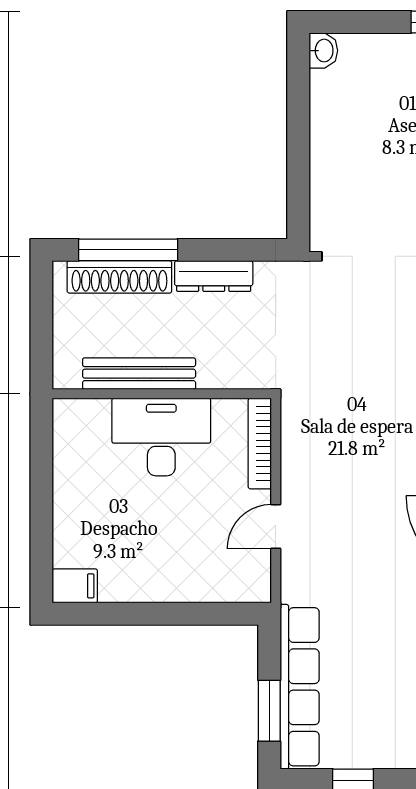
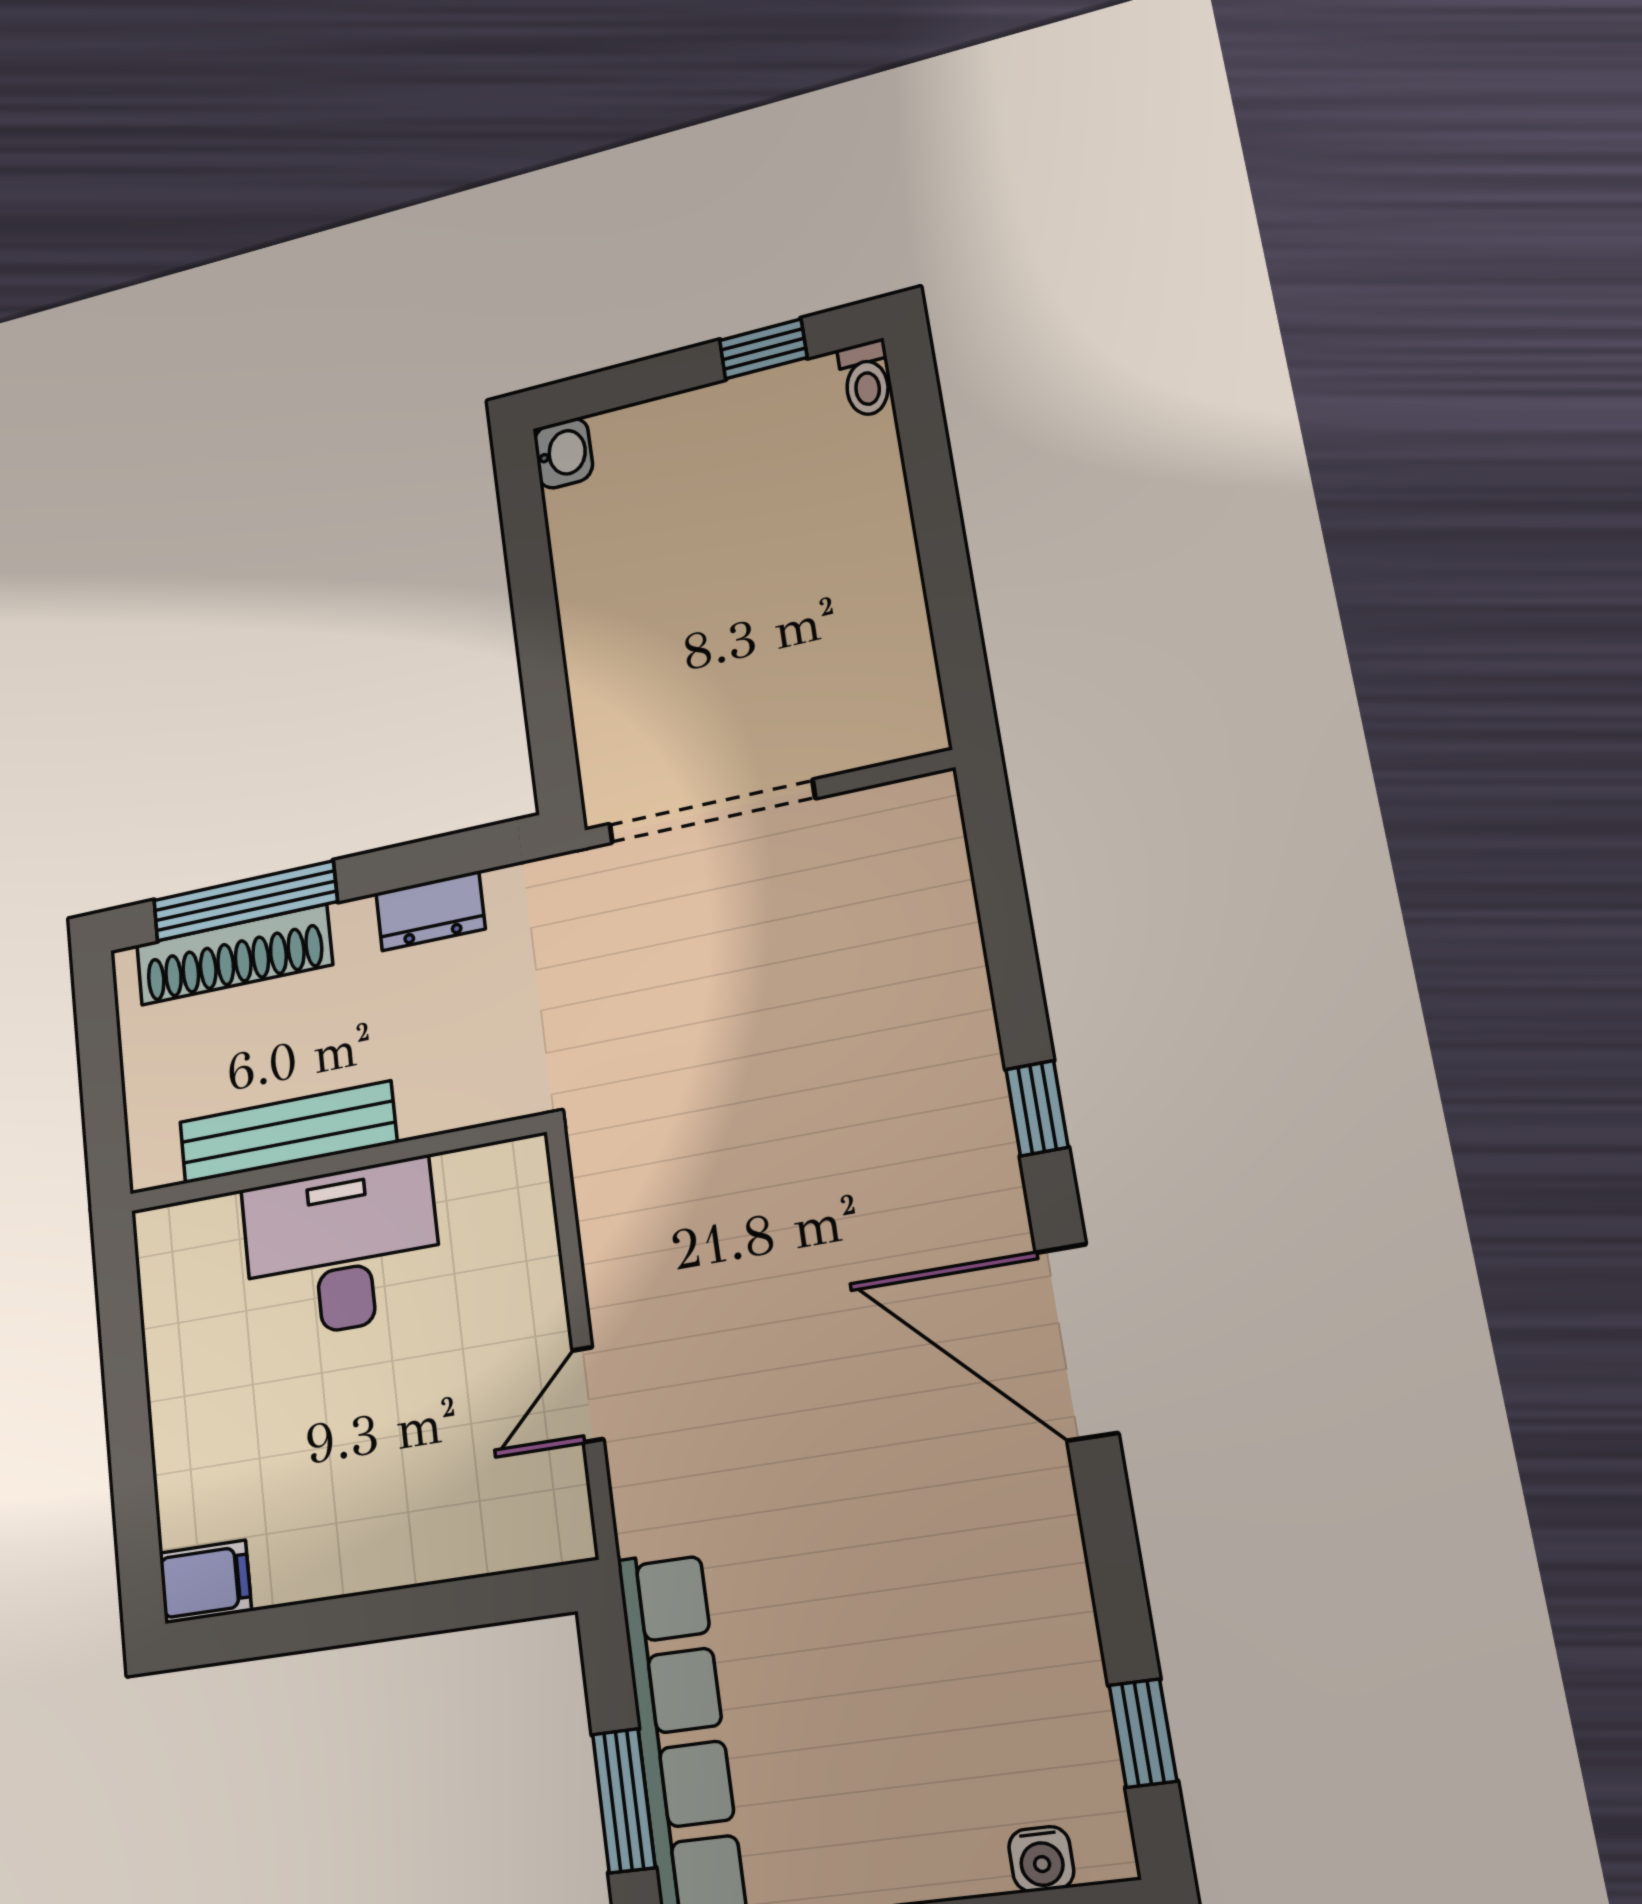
dresser: (214, 276) -> (430, 911), width x0.70
bookcase: (260, 444) -> (535, 1228), removed

